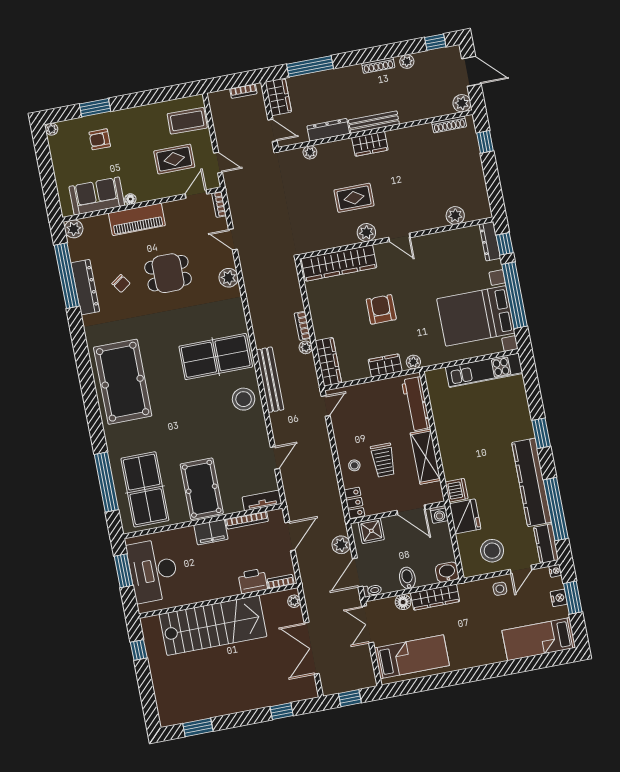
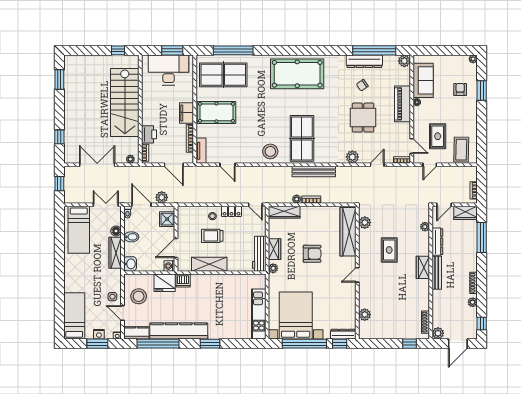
plant: (366, 233) -> (365, 223), moved
bench: (270, 380) -> (314, 171), moved
workbench: (416, 404) -> (259, 254), moved, turned -90
locker: (354, 503) -> (232, 211), moved

